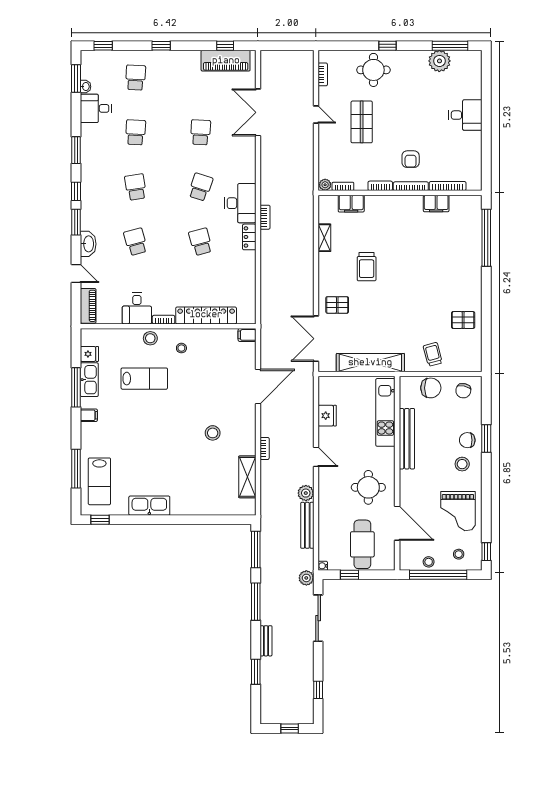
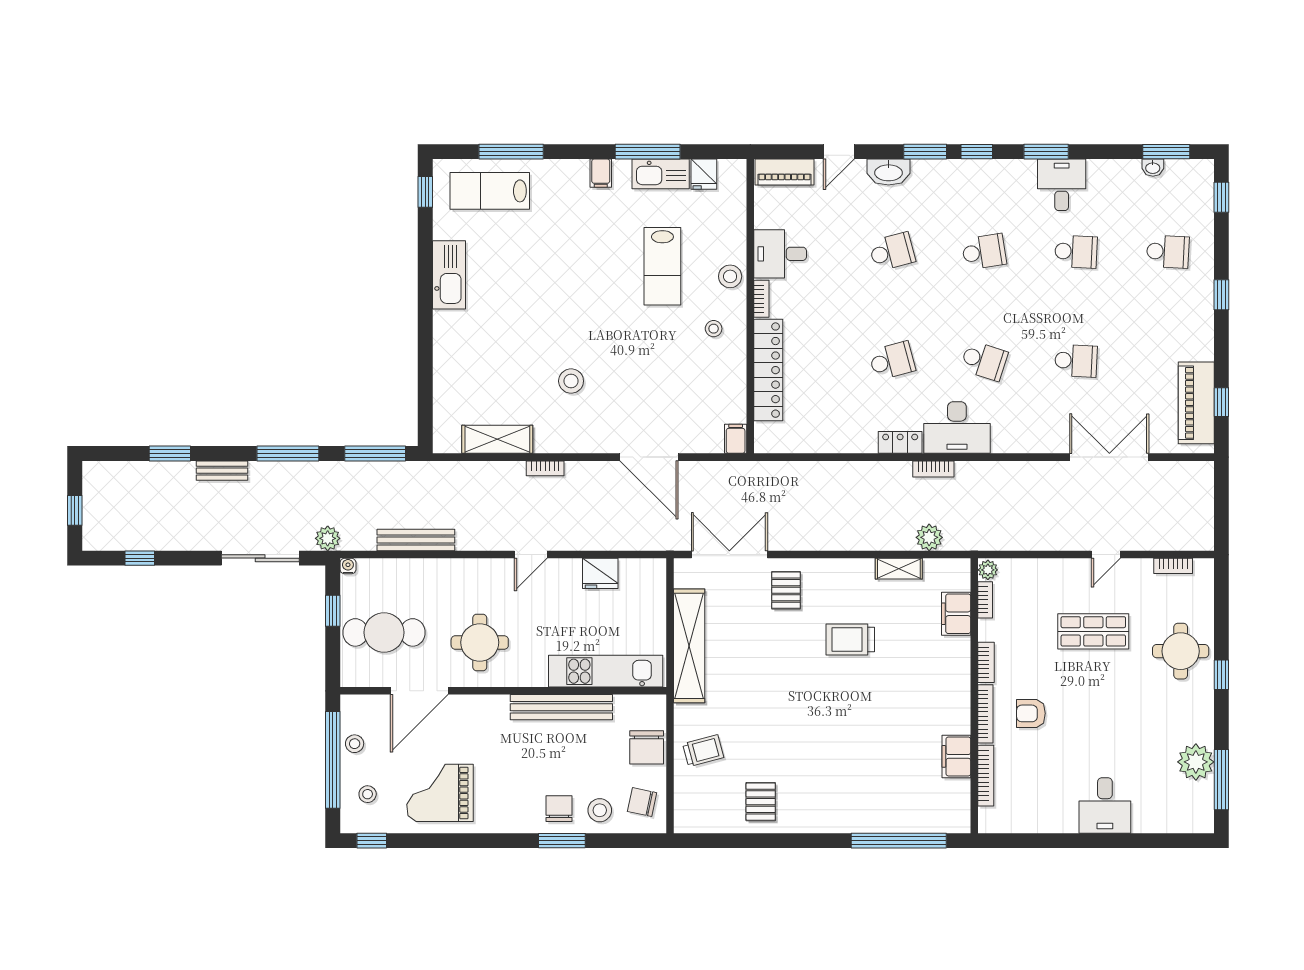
desk: (96, 108) -> (1062, 185), moved
stool: (462, 464) -> (600, 810), moved
plant: (306, 493) -> (929, 537), moved

